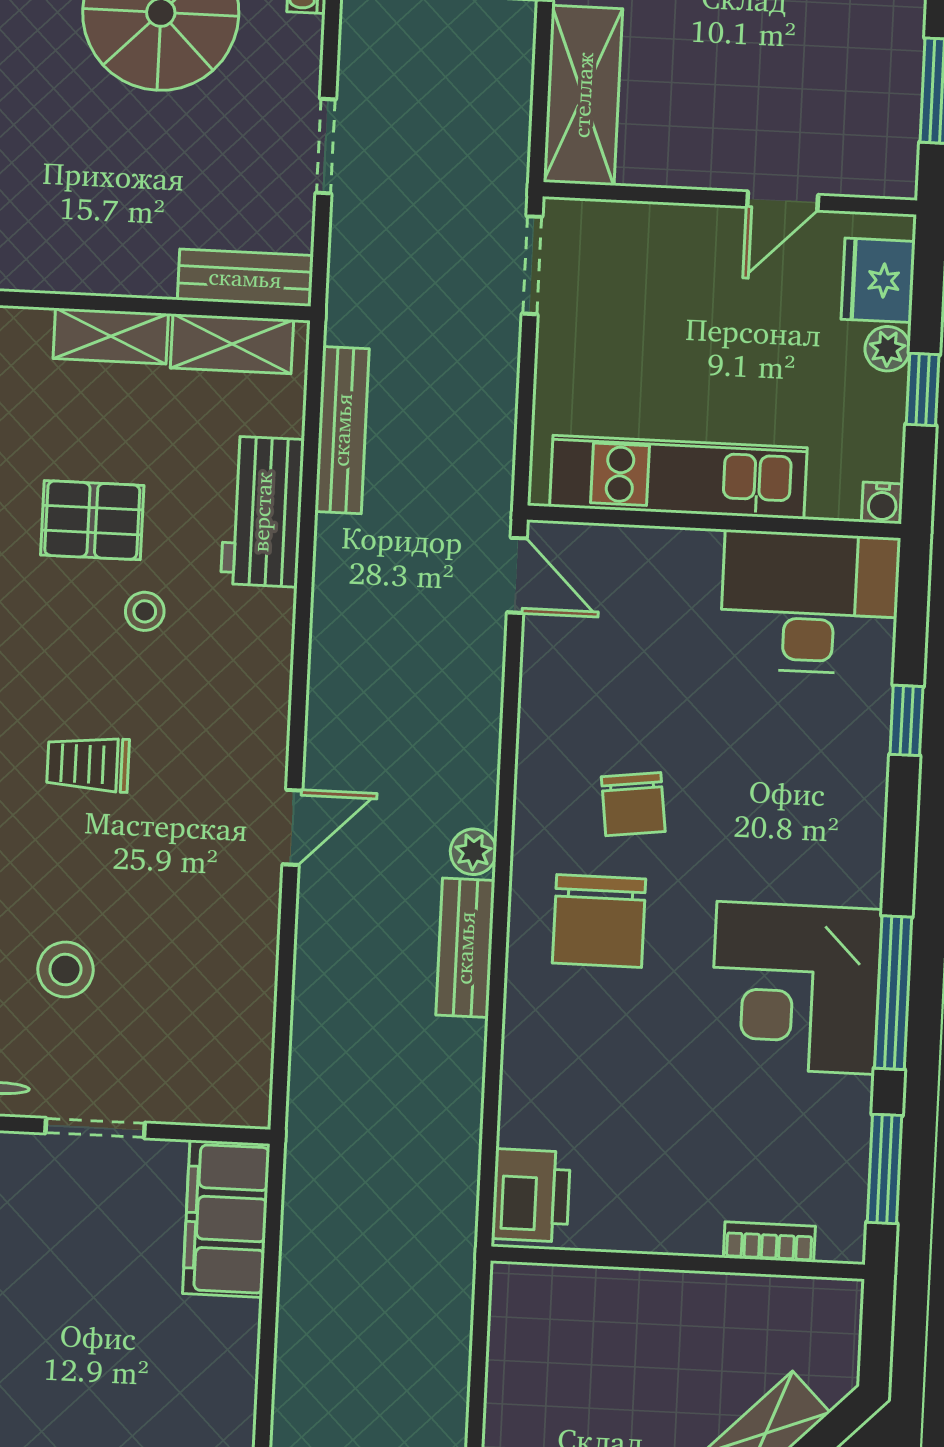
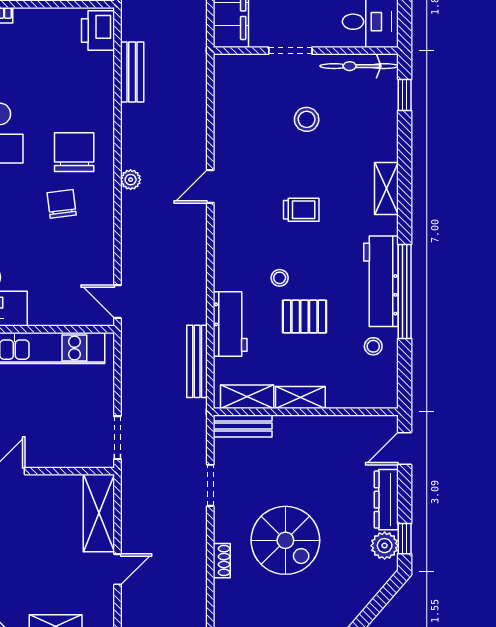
bench: (465, 948) -> (132, 72), moved

